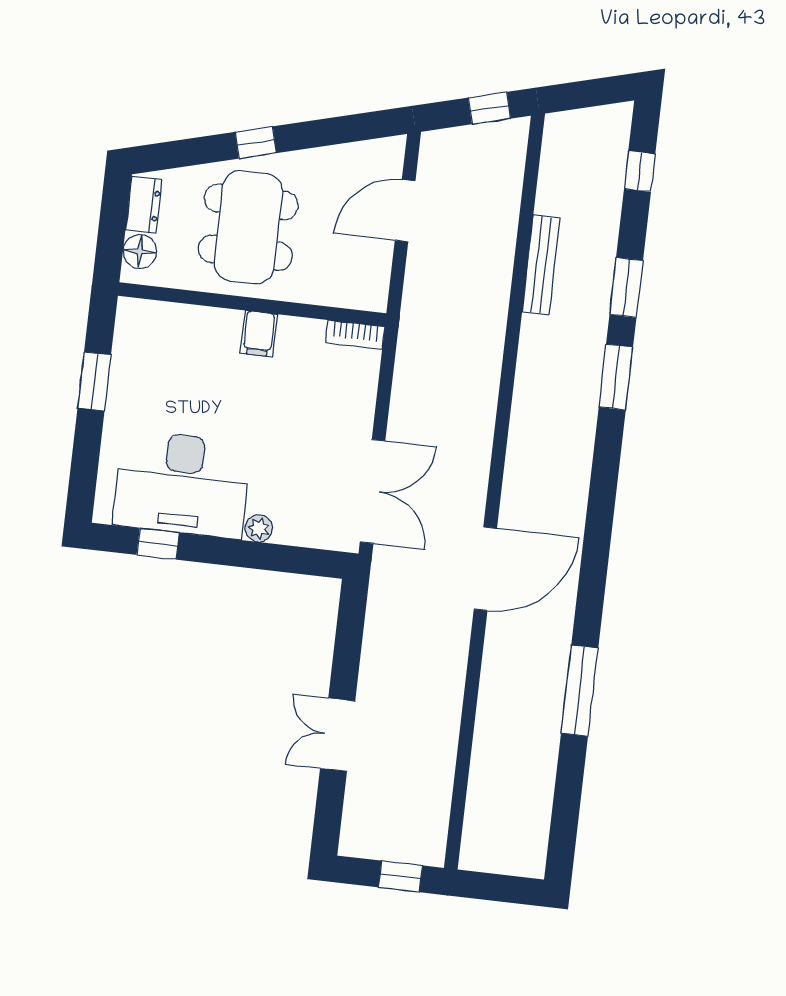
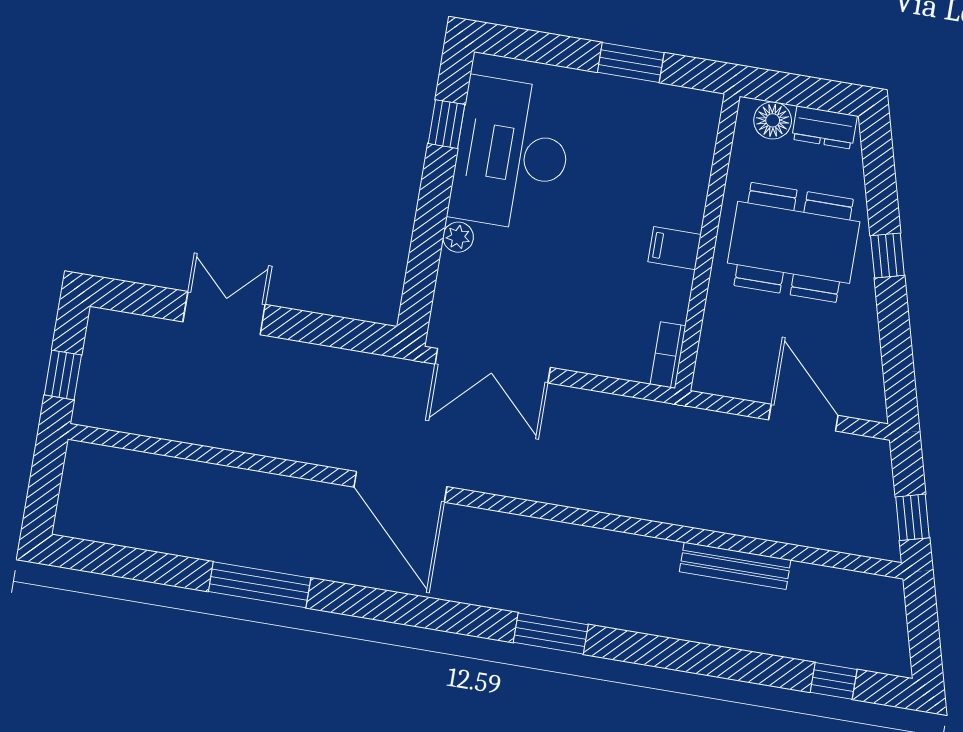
window: (626, 287) -> (705, 659), removed
window: (616, 377) -> (551, 633), moved

